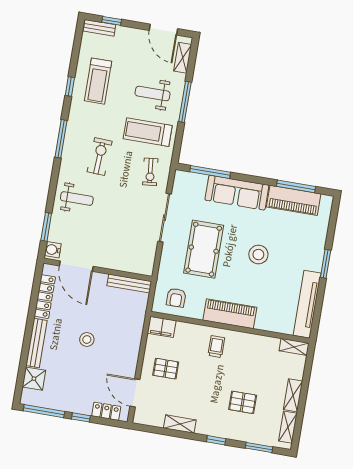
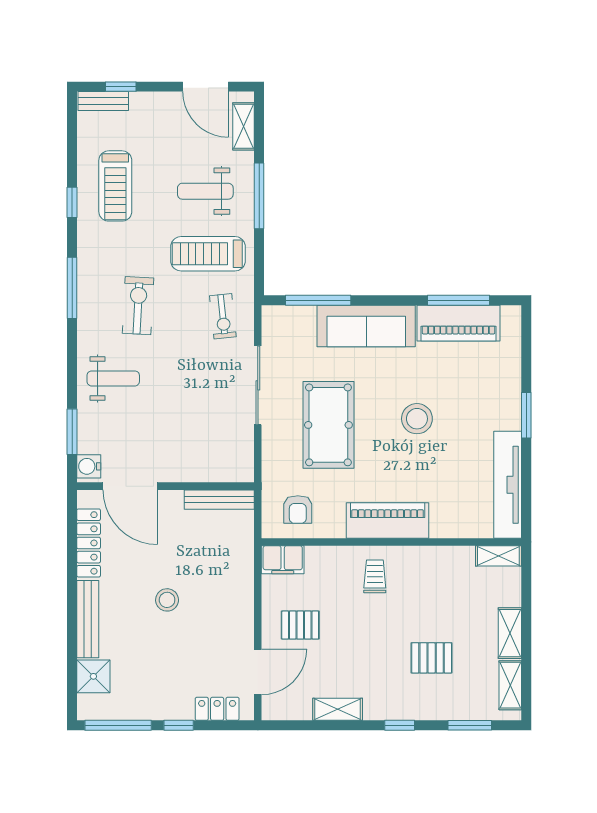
door: (135, 393) -> (258, 672), swing flipped

